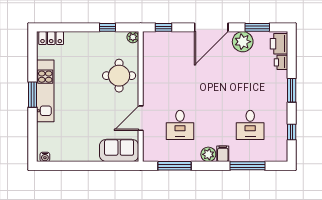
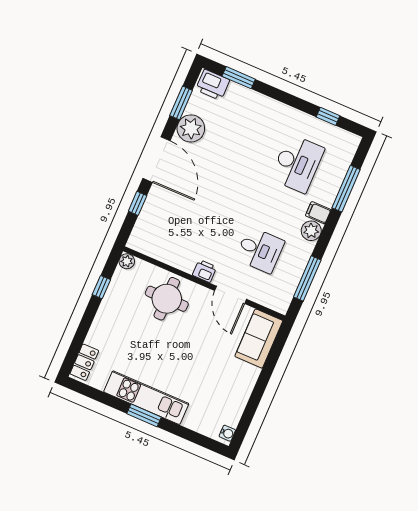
window: (163, 27) -> (138, 203), moved
printer: (281, 62) -> (205, 271), moved, turned 180
window: (292, 90) -> (239, 78), moved
desk: (250, 125) -> (297, 164), width x1.37

